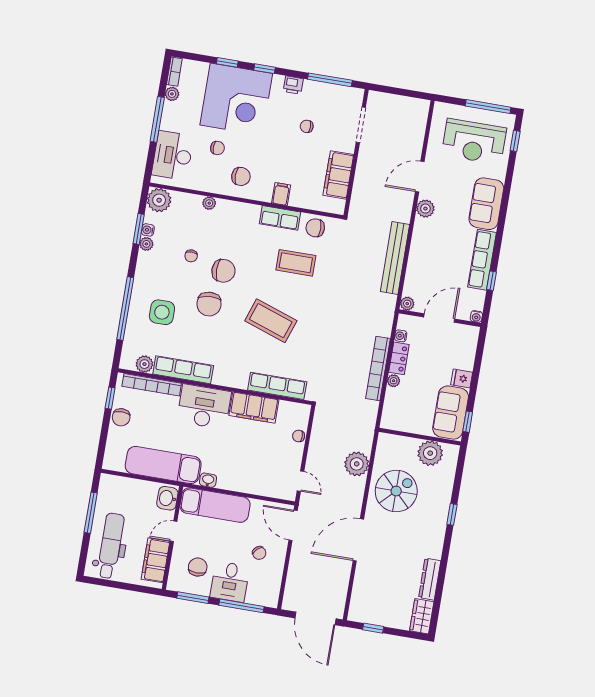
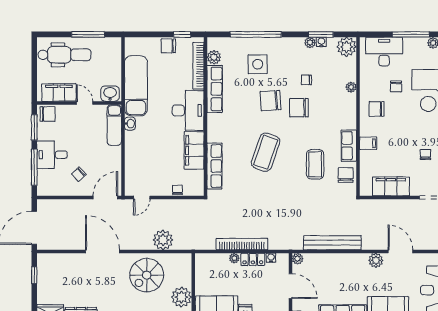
chair: (241, 176) -> (377, 109), turned 90
chair: (223, 271) -> (299, 108), turned 90
spiral stairs: (396, 491) -> (147, 275), turned 90
exam couch: (215, 505) -> (114, 125), width x0.73, depth x0.69
chair: (198, 567) -> (48, 114), moved

